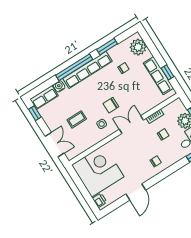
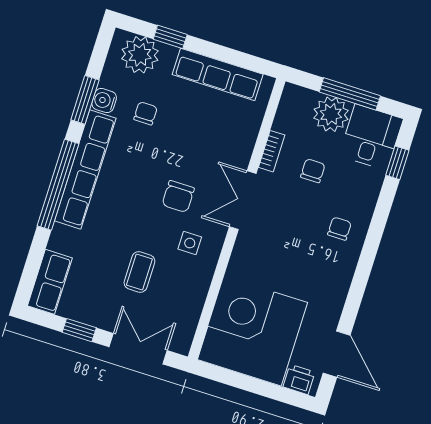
window: (168, 72) -> (170, 37), moved
water cooler: (59, 86) -> (104, 101), moved
window: (35, 113) -> (79, 330), moved
door: (136, 192) -> (337, 354), moved

